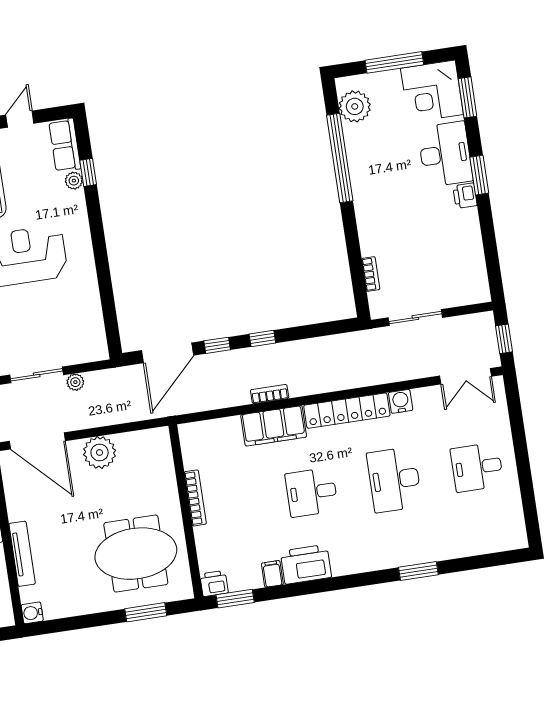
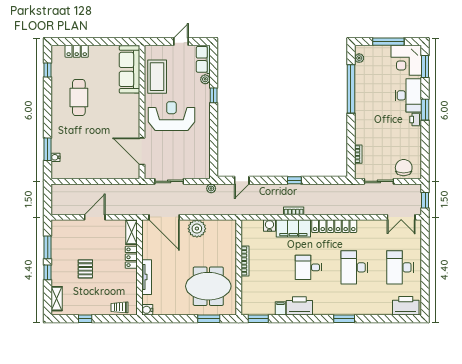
plant: (355, 106) -> (359, 58), width x0.53, depth x0.53
window: (88, 172) -> (214, 95), moved
chair: (457, 286) -> (404, 168), added
window: (217, 345) -> (269, 180), removed
door: (168, 353) -> (242, 180), width x0.53
plant: (75, 382) -> (211, 188), moved
water cooler: (401, 401) -> (269, 225), moved
desk: (477, 467) -> (400, 267), width x1.37
window: (418, 571) -> (344, 319), moved
printer: (214, 584) -> (406, 306), moved, width x1.87, depth x1.48

